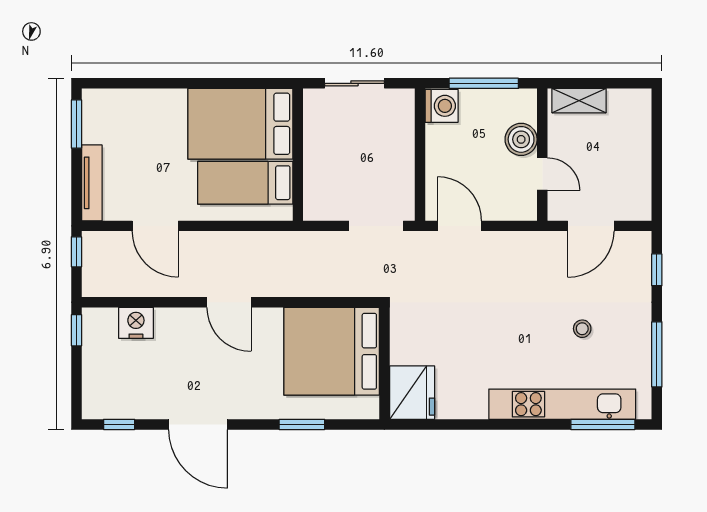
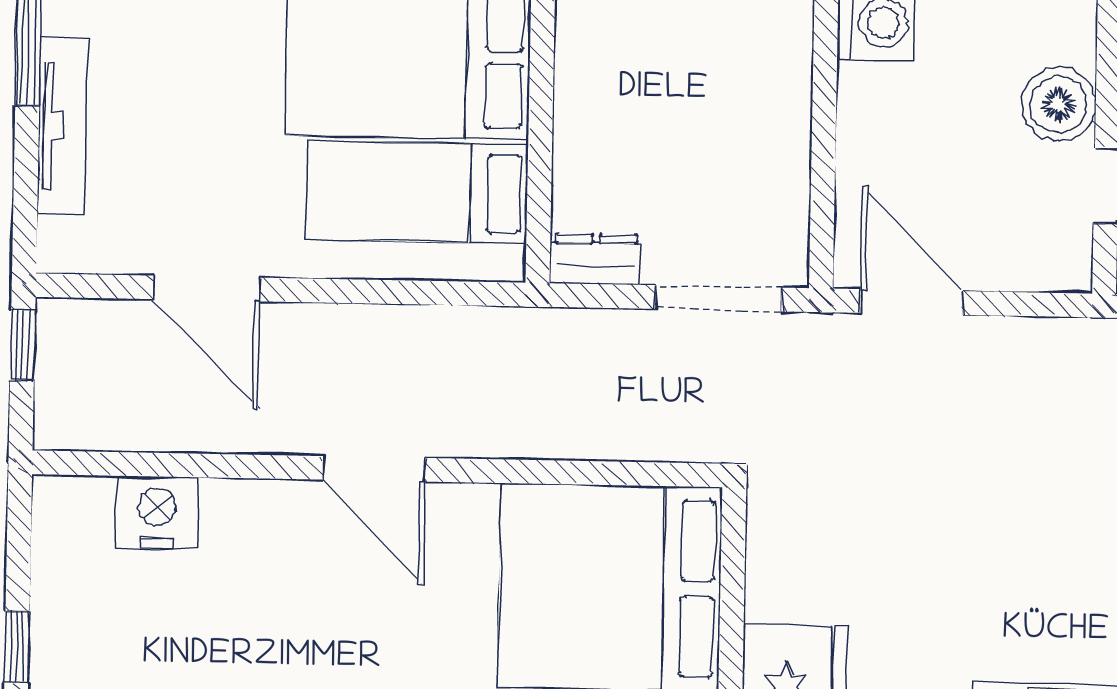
tv unit: (92, 183) -> (62, 126), moved
dresser: (323, 210) -> (596, 259), added
window: (76, 330) -> (17, 647), moved

